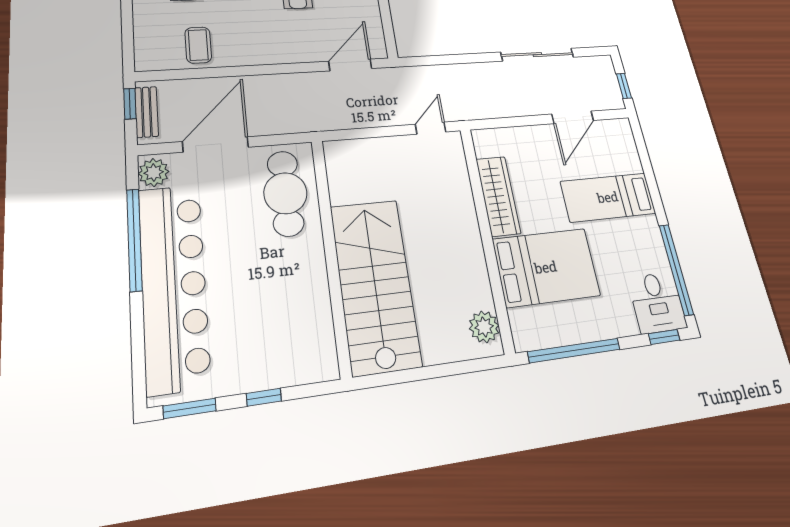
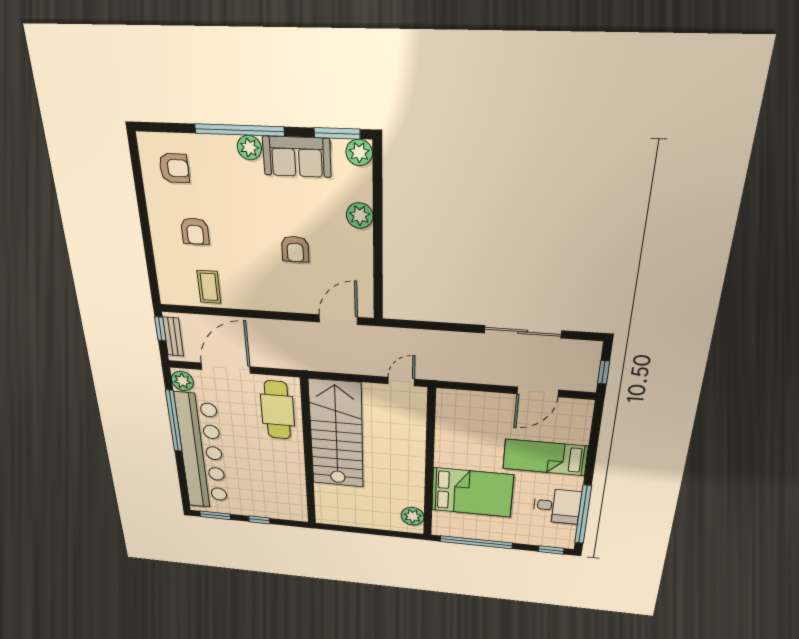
wardrobe: (498, 196) -> (447, 440), removed
stairs: (375, 285) -> (336, 434), moved
desk: (657, 303) -> (557, 506), moved, turned -90

